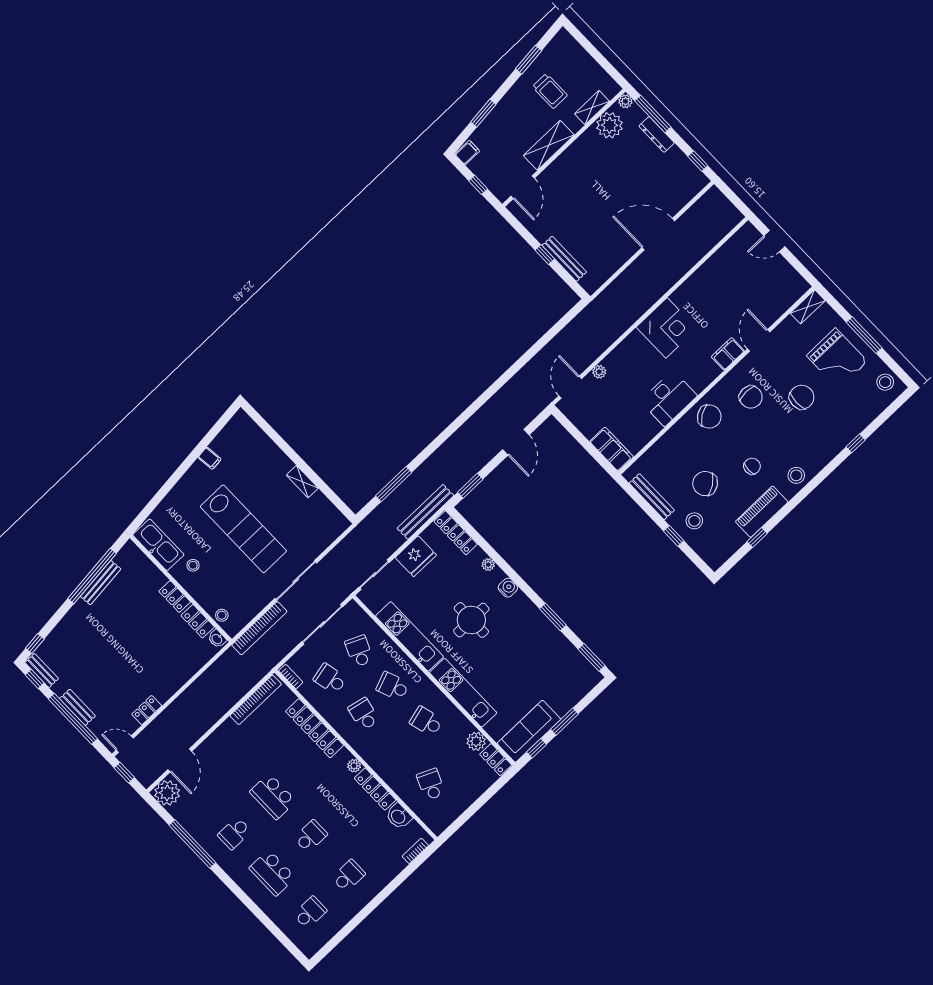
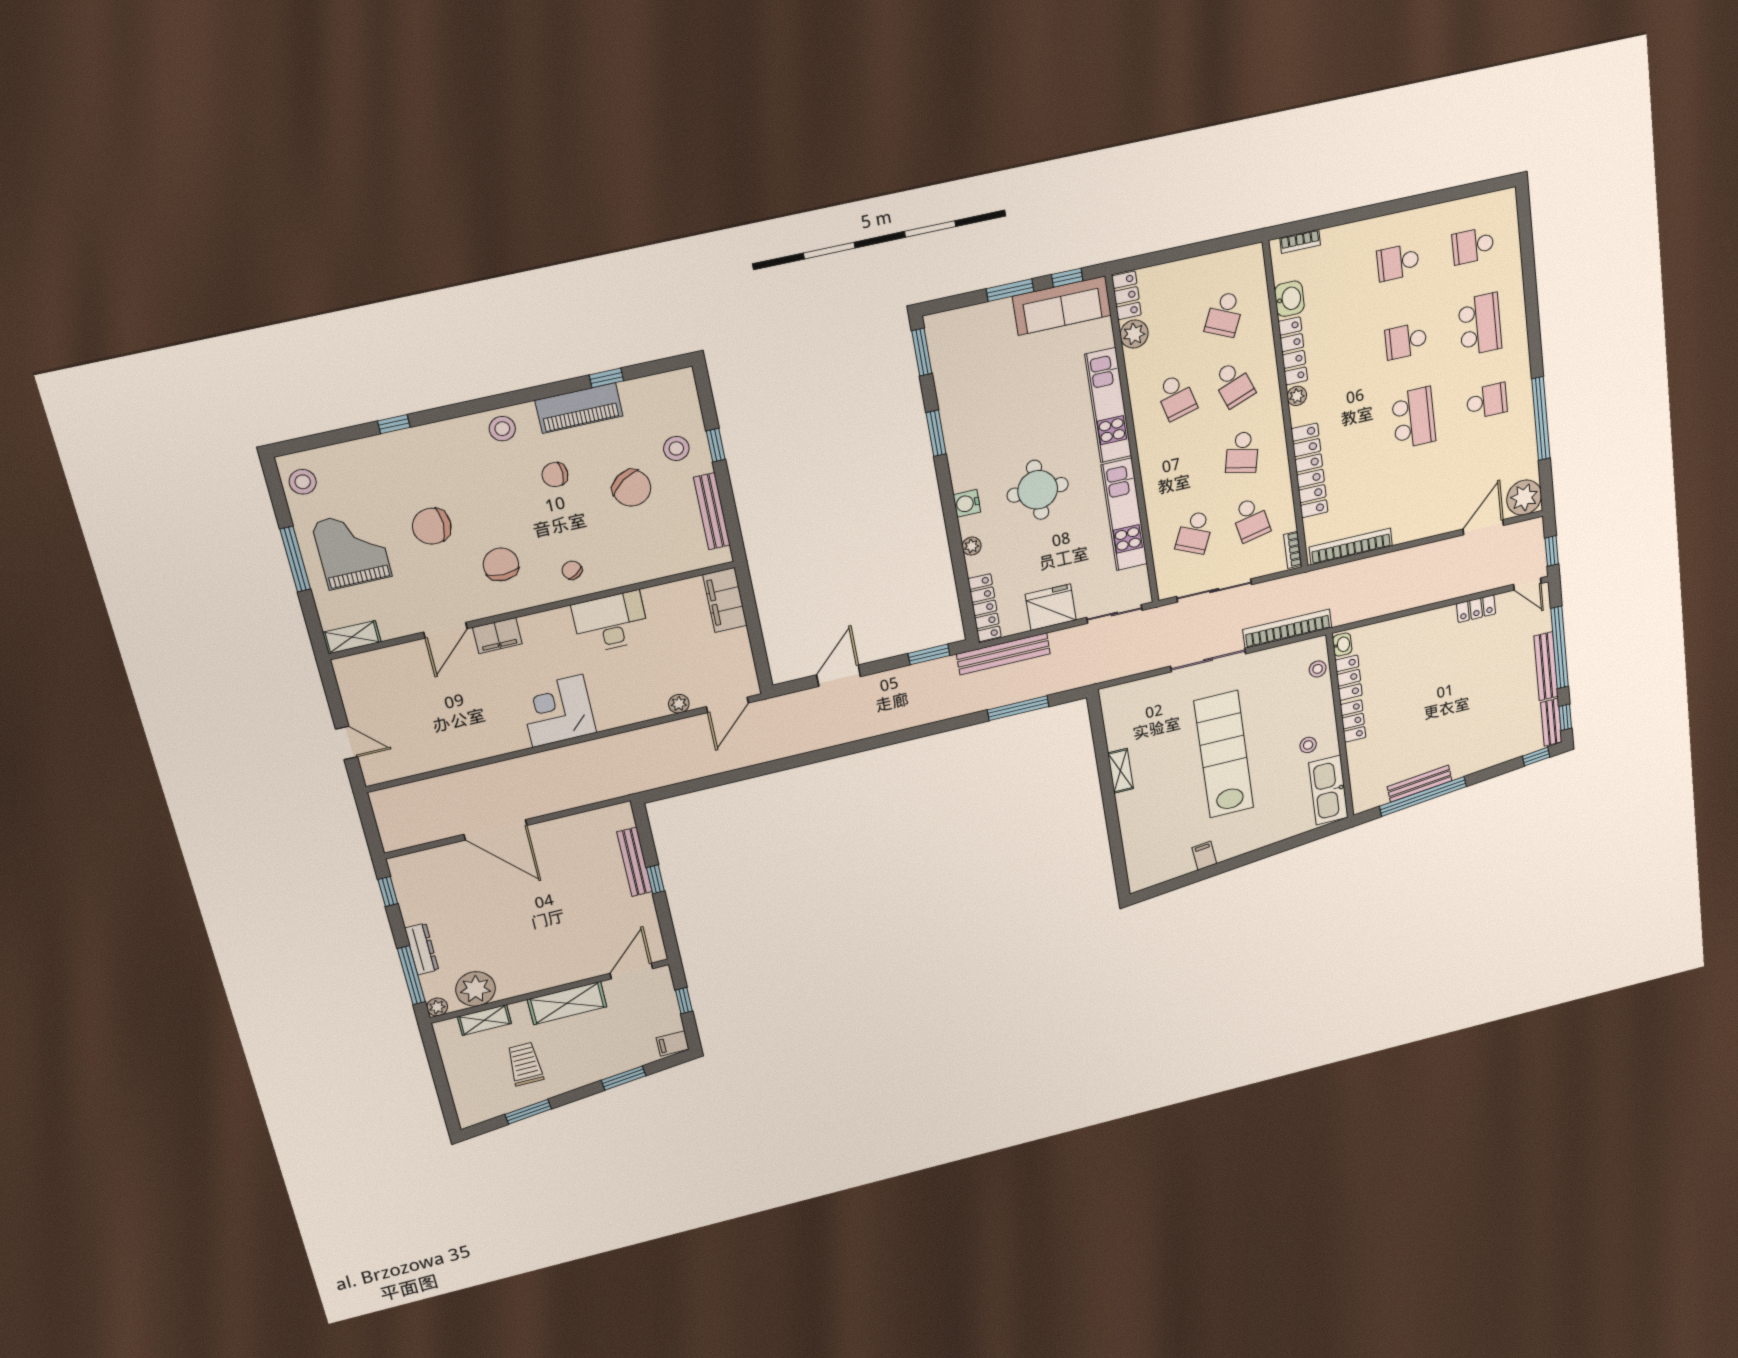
chair: (709, 417) -> (572, 570), width x0.54, depth x0.54
school desk: (393, 686) -> (1233, 384), moved
bench: (77, 707) -> (1546, 666), width x1.36

